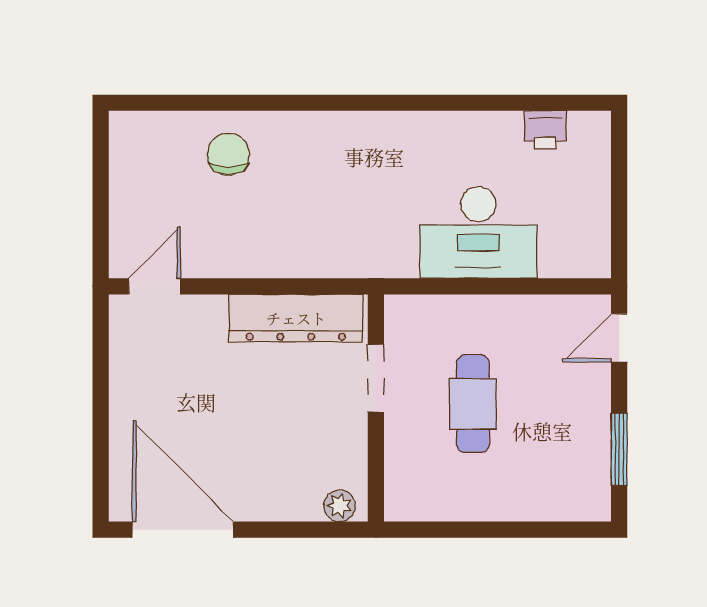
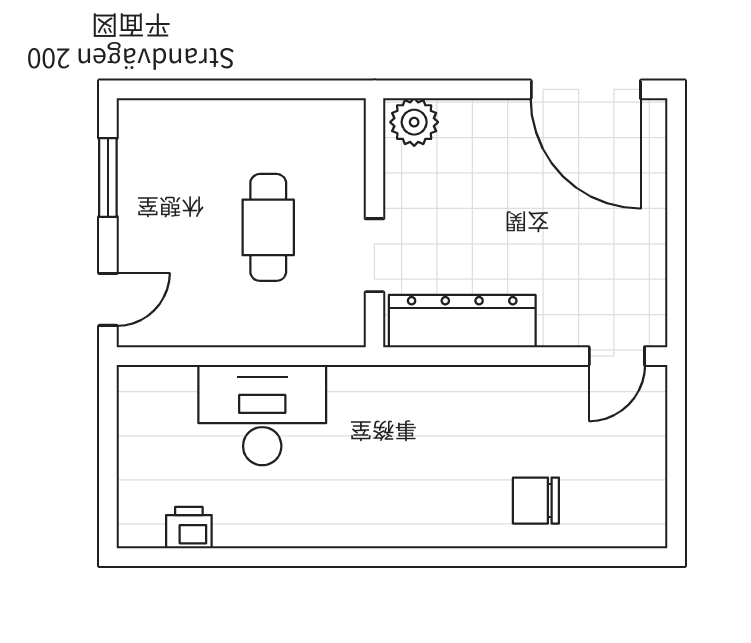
chair: (228, 154) -> (536, 501), turned 90
plant: (340, 506) -> (414, 122), width x1.38, depth x1.38

